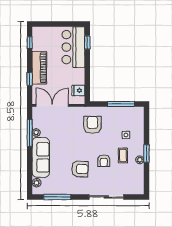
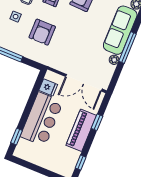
bar counter: (73, 47) -> (42, 119), moved
armchair: (92, 125) -> (42, 32), moved
window: (30, 133) -> (128, 48), moved

